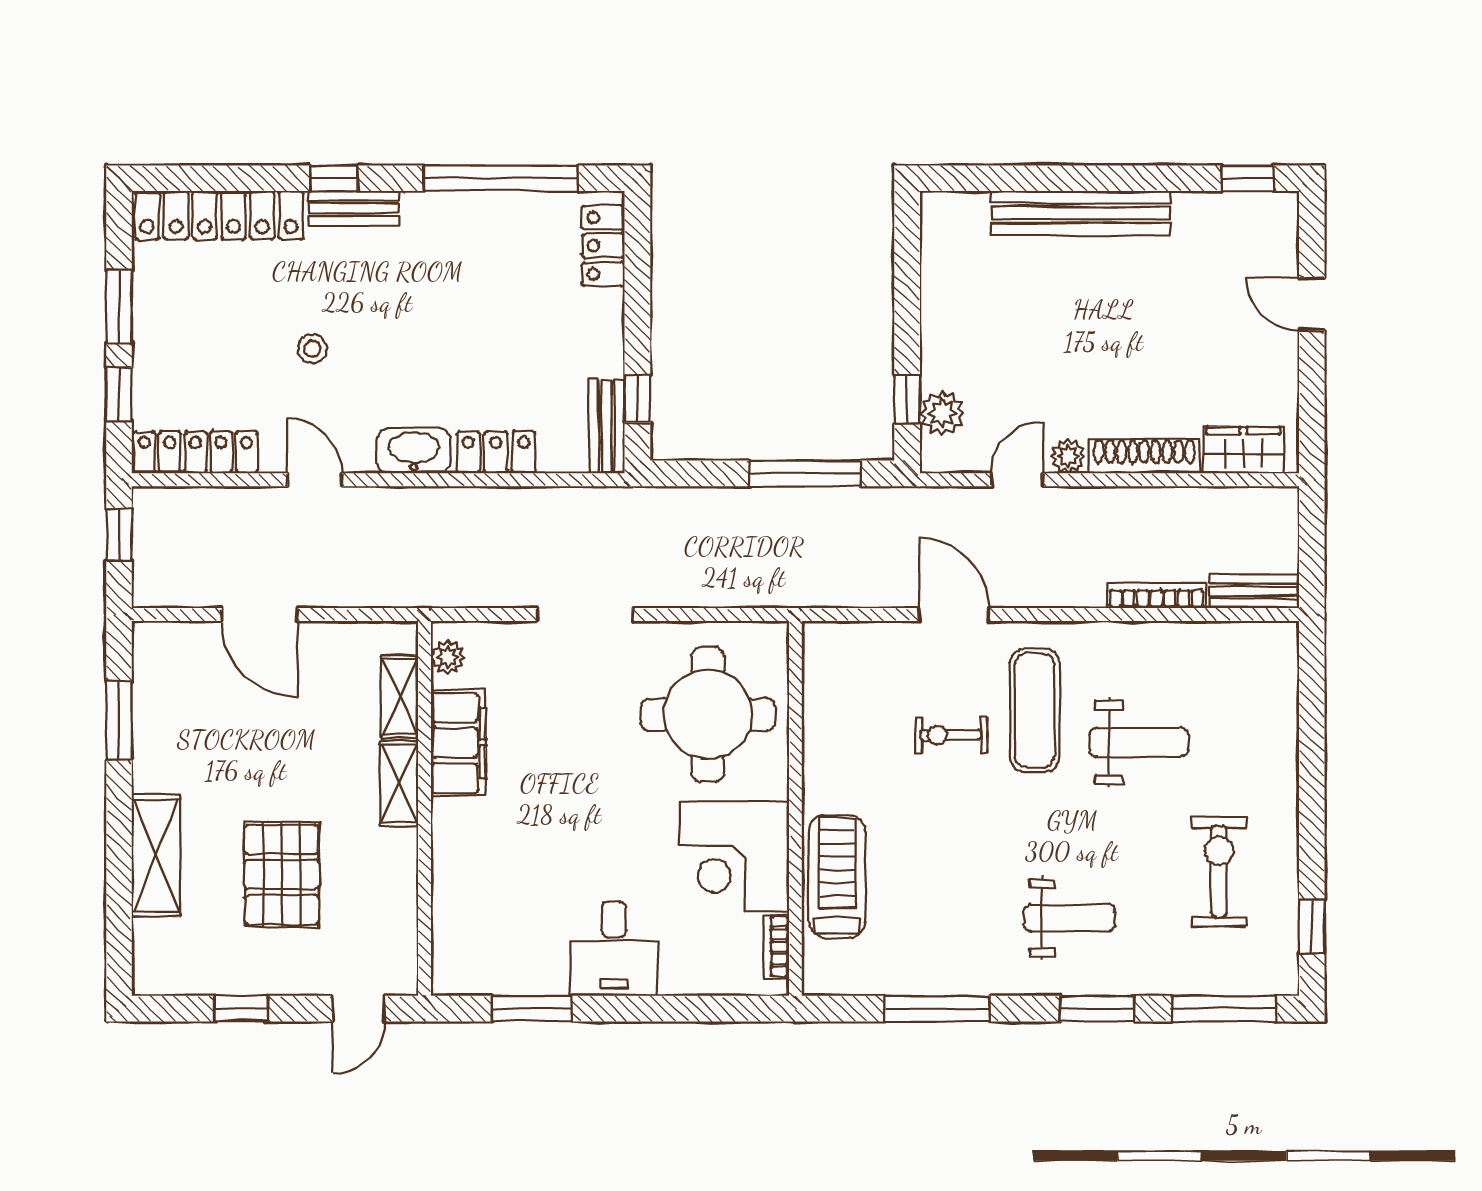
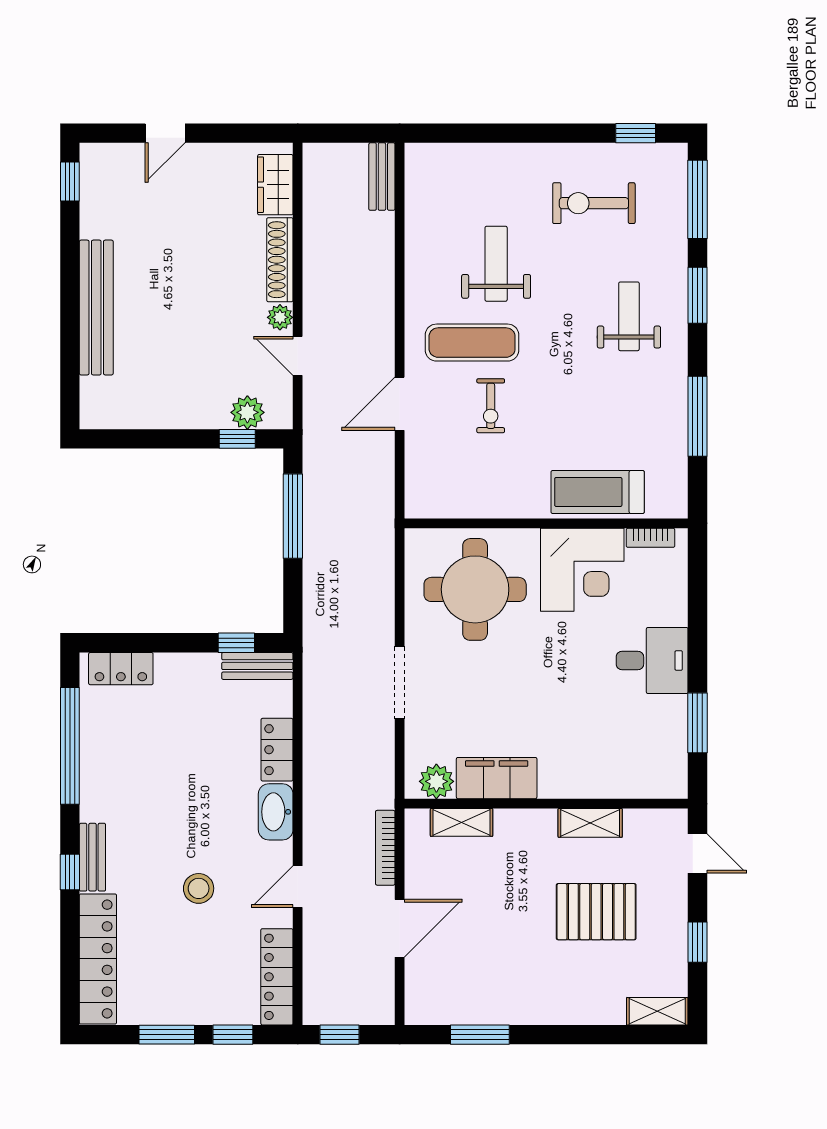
stool: (312, 349) -> (199, 888), width x1.37, depth x1.37
bookcase: (1156, 596) -> (385, 848), moved
plant: (448, 657) -> (436, 781), width x1.38, depth x1.38
shelving: (399, 783) -> (590, 823), moved
shelving: (156, 856) -> (657, 1011), moved, width x0.67, depth x0.75

